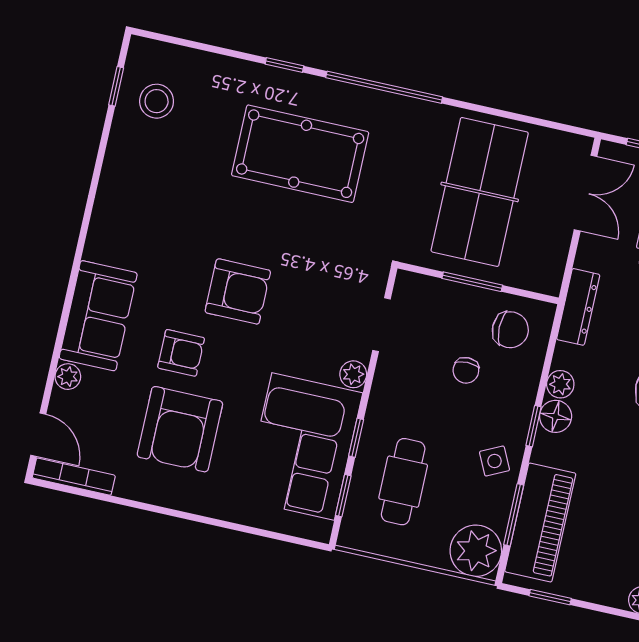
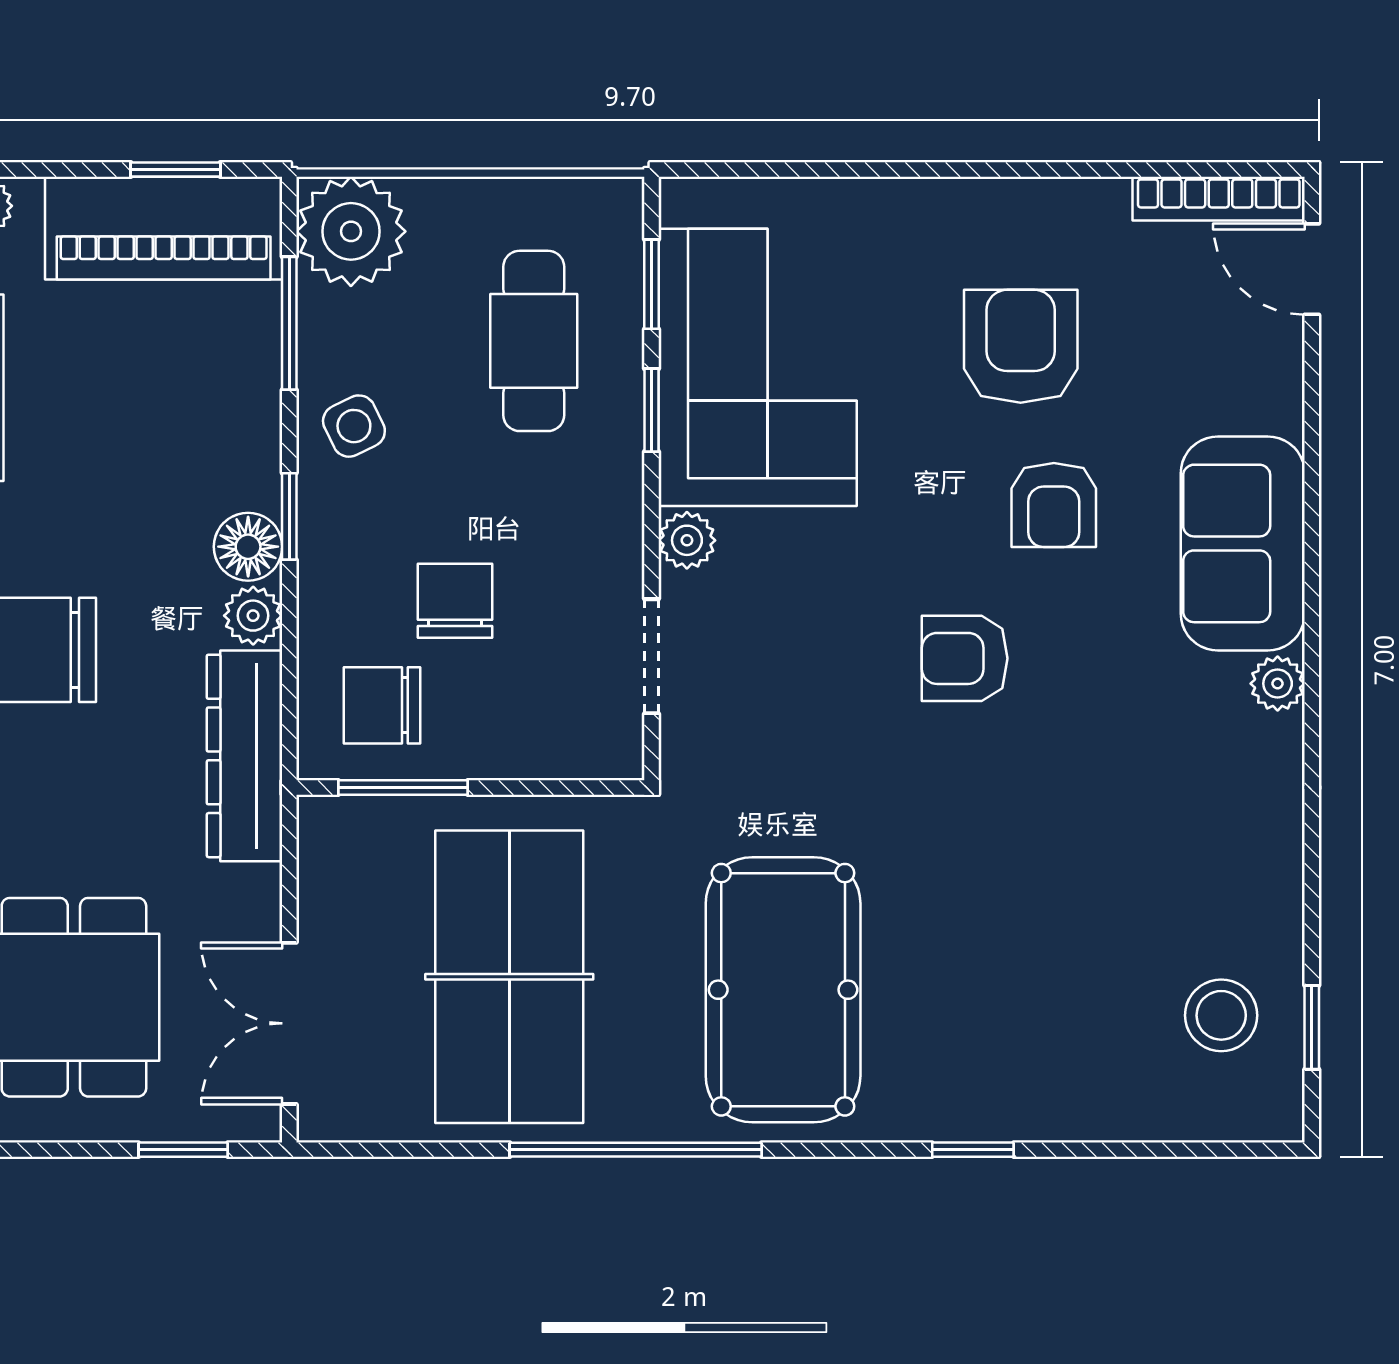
window: (384, 87) -> (636, 1150), moved
pool table: (300, 154) -> (783, 990), moved, turned 90
window: (472, 282) -> (403, 787), moved
armchair: (238, 291) -> (965, 658), width x0.72, depth x0.72
dresser: (578, 307) -> (244, 756), width x1.37, depth x1.24
armchair: (181, 353) -> (1054, 505), turned -90
chair: (466, 370) -> (455, 601), width x1.37, depth x1.37
plant: (68, 377) -> (1278, 684), moved
armchair: (180, 429) -> (1021, 346), width x0.73, depth x0.73
piano: (540, 522) -> (164, 228), moved, turned -90

